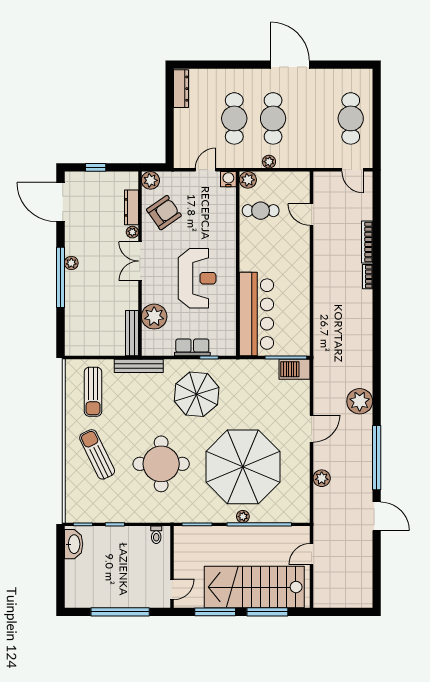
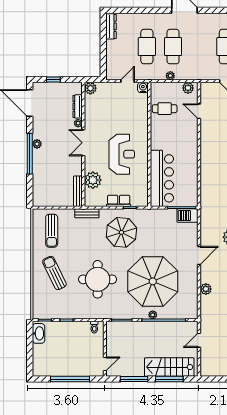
plant: (248, 180) -> (188, 88), moved
armchair: (164, 213) -> (99, 110), removed
bench: (139, 366) -> (87, 213), width x0.73
stairs: (254, 587) -> (169, 367), width x0.73, depth x0.66

